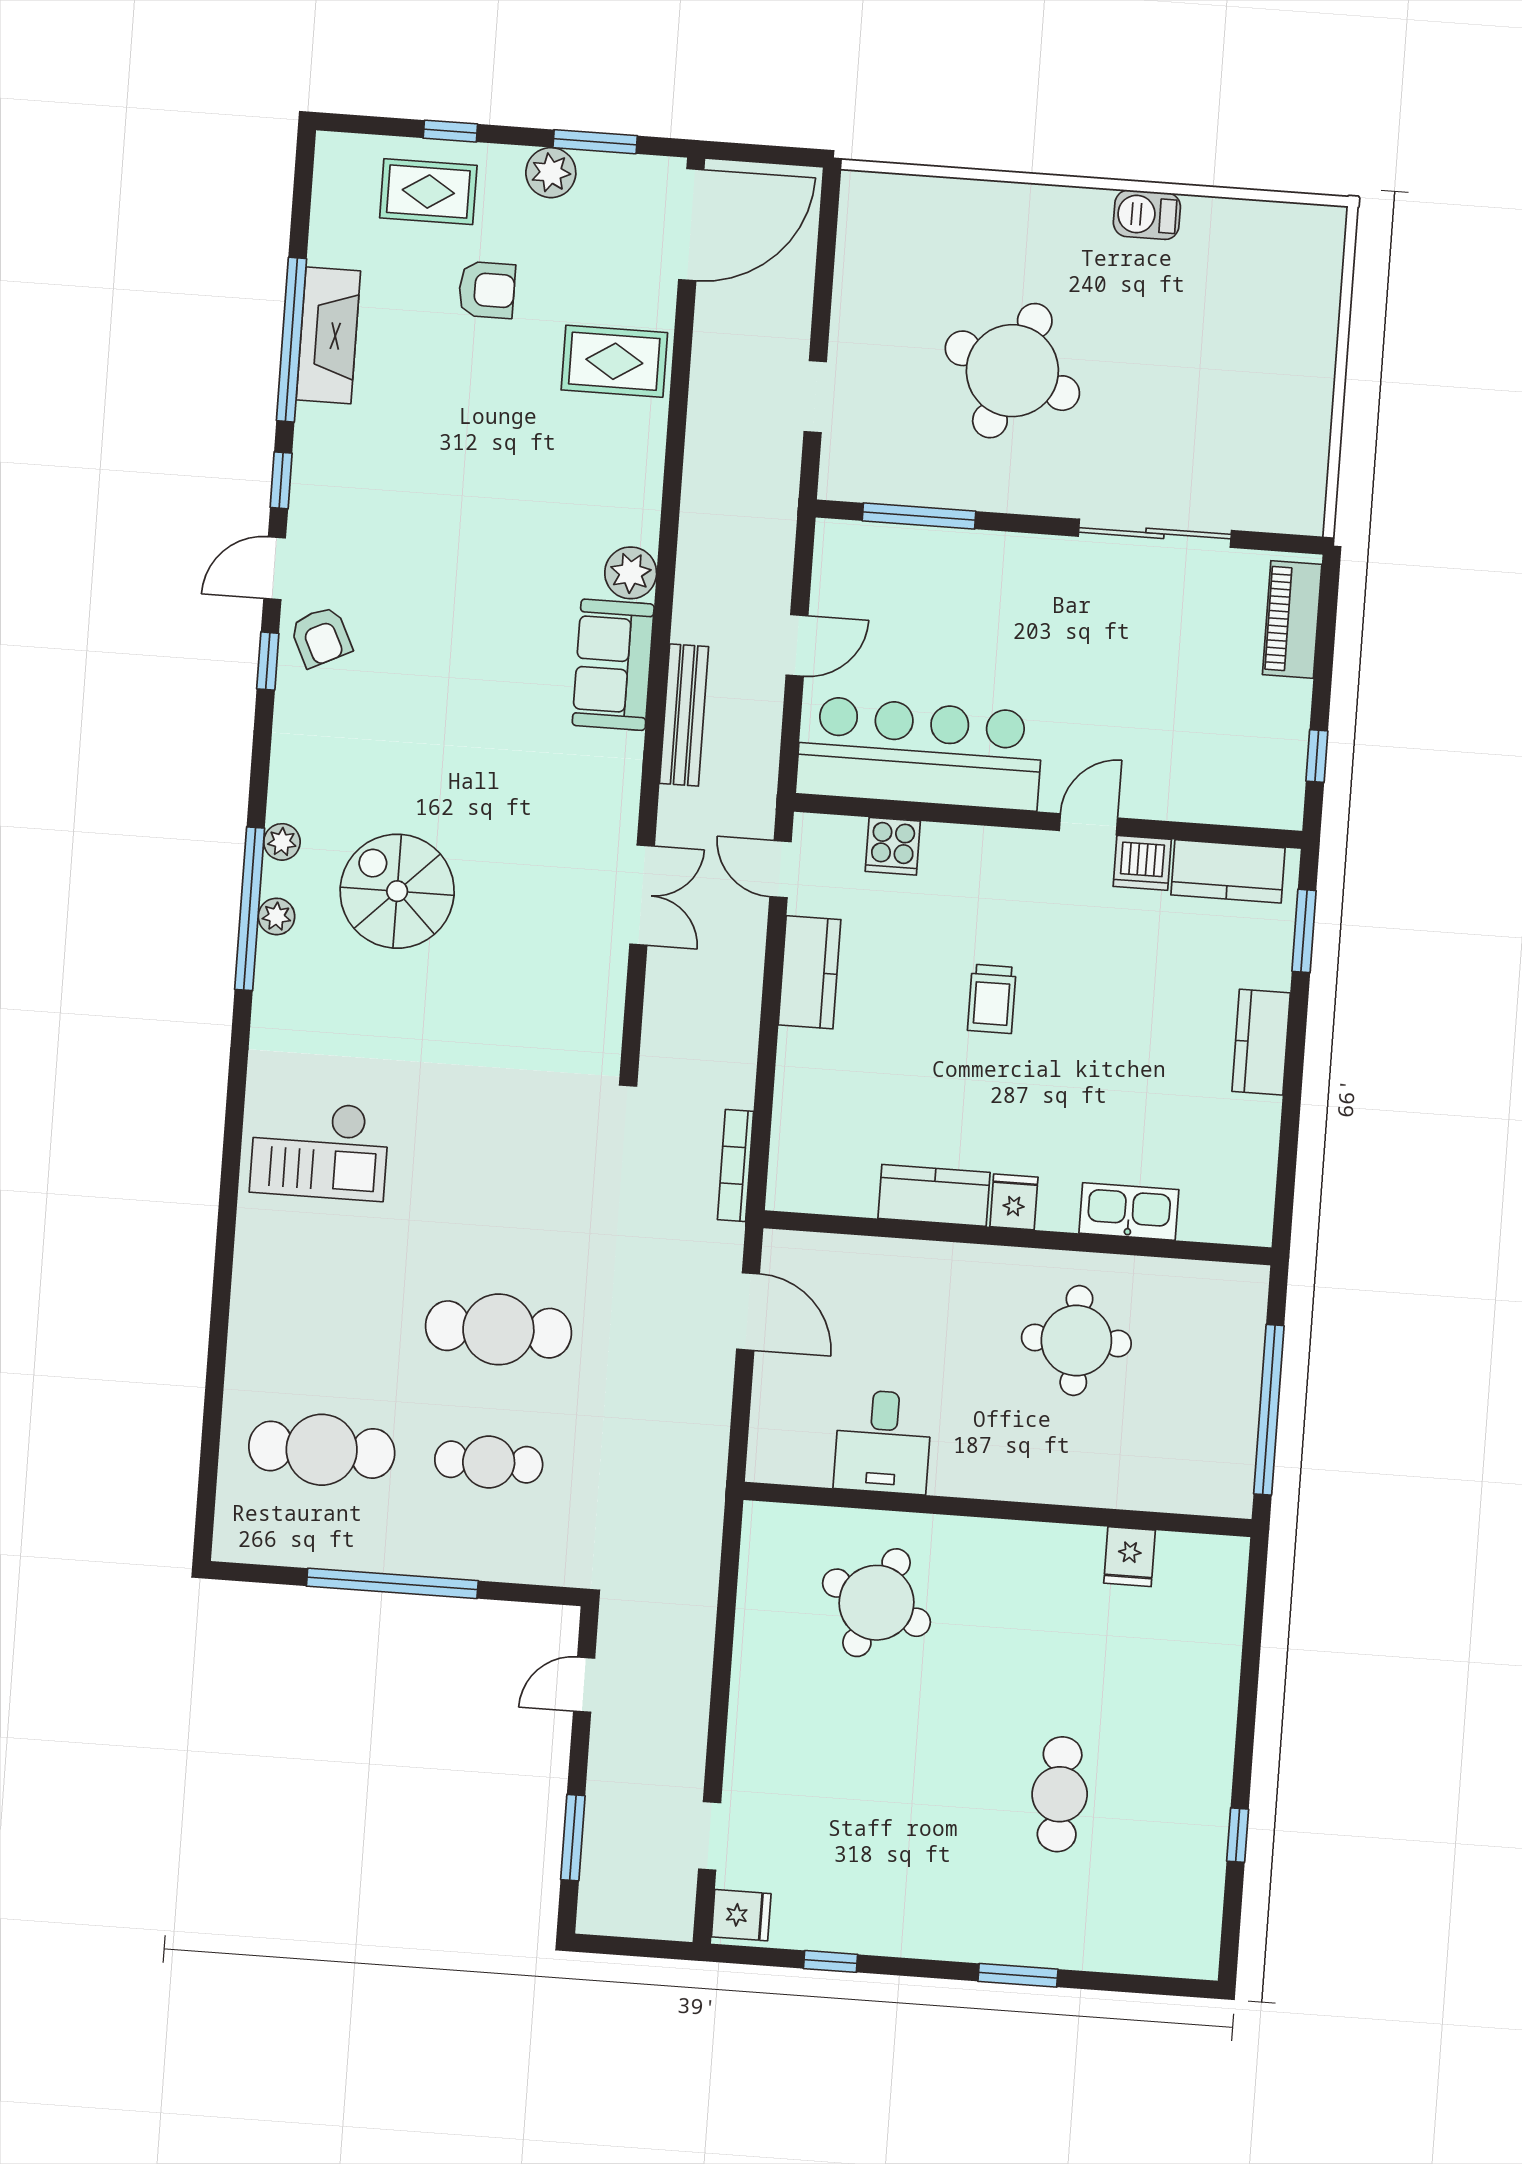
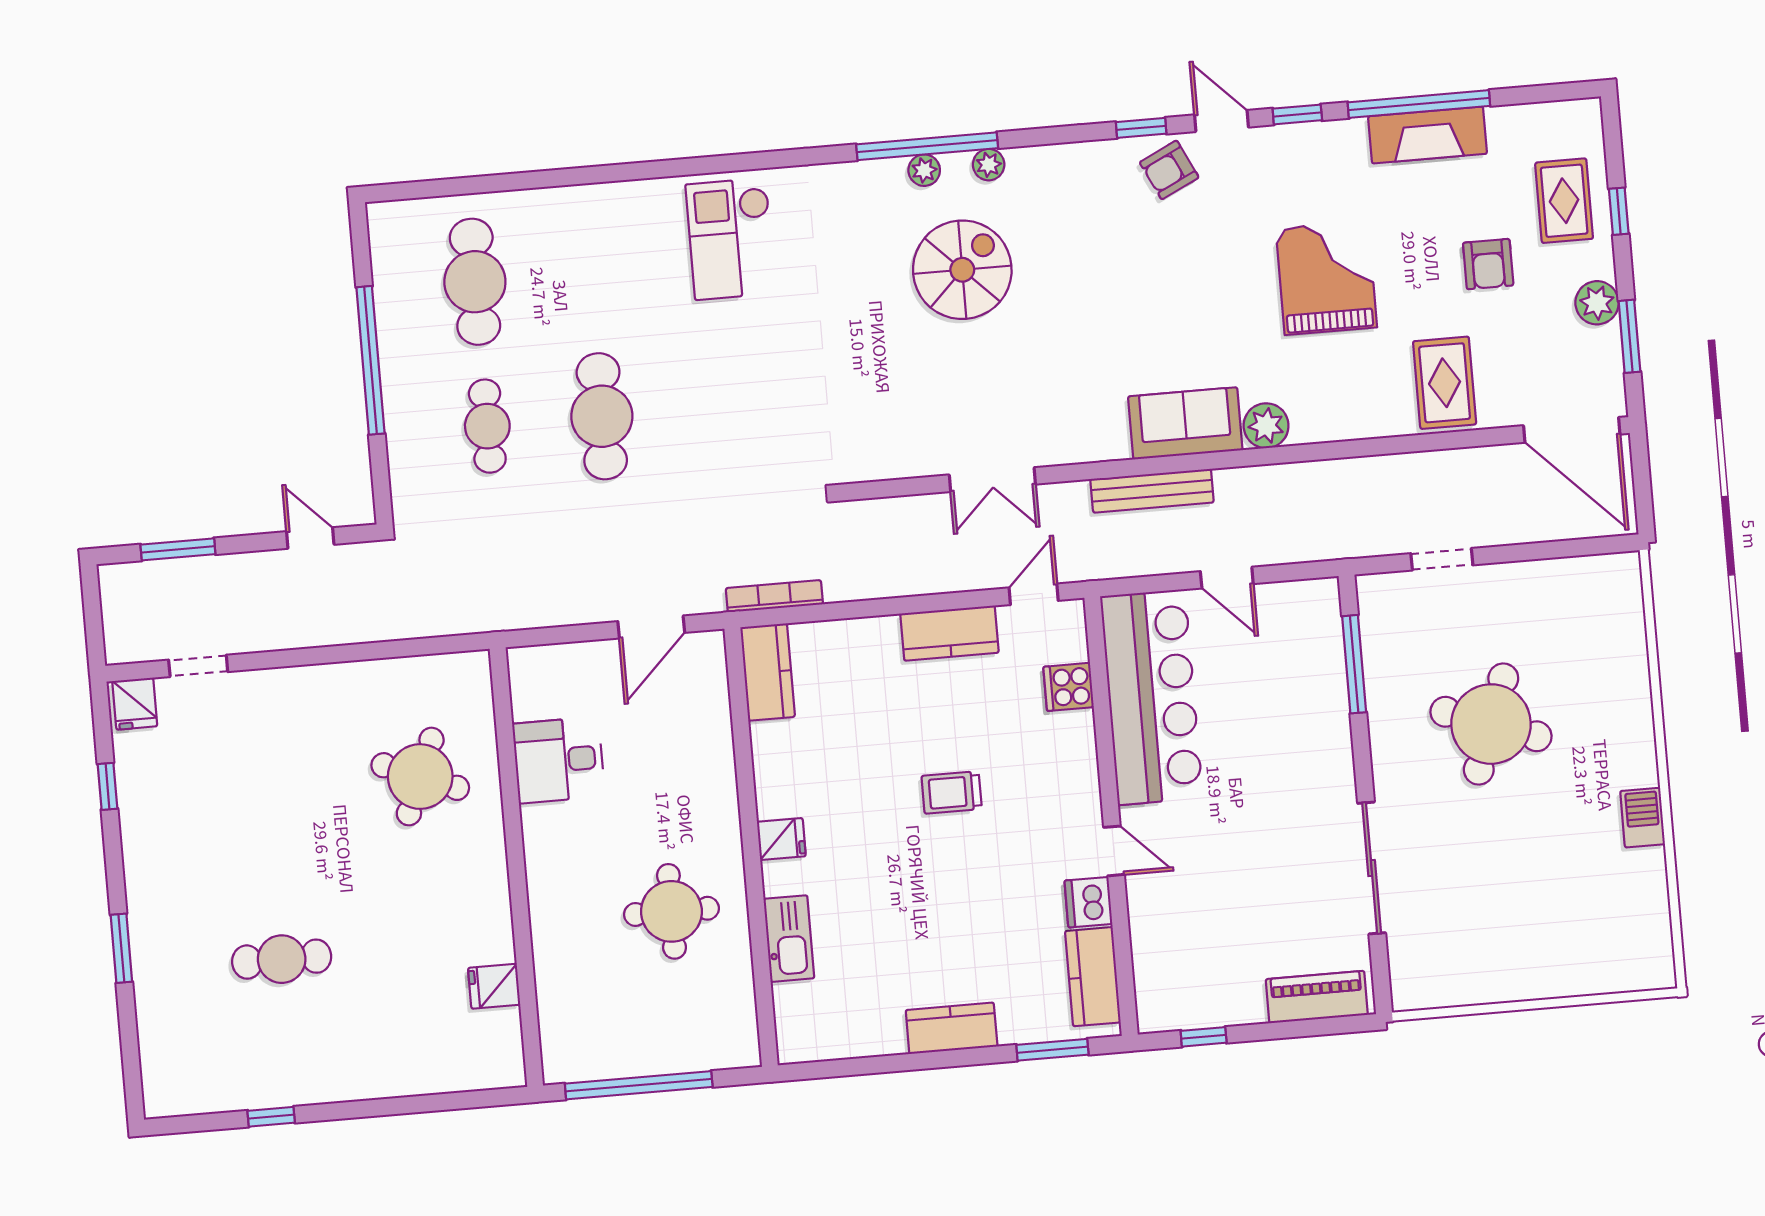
grand piano: (473, 477) -> (1326, 278), added
kitchen counter: (934, 1195) -> (768, 672), moved

